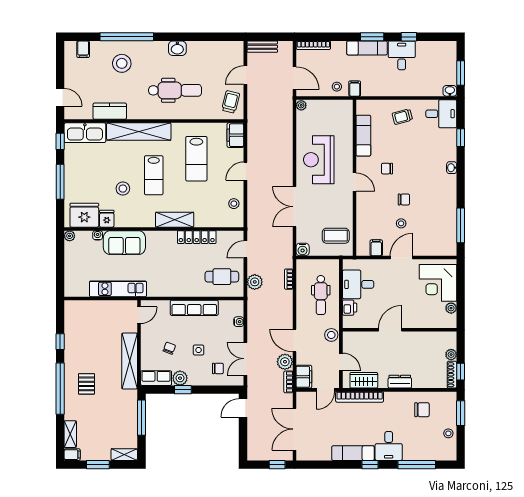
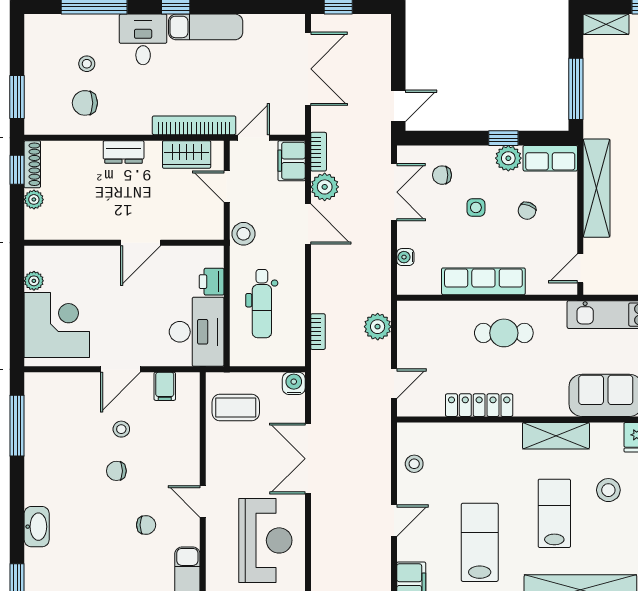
washbasin: (452, 168) -> (37, 527), width x1.91, depth x1.45
double door: (294, 207) -> (308, 459), swing flipped
shelving: (175, 220) -> (556, 436), moved
cafe table: (222, 277) -> (504, 333), moved
desk: (358, 284) -> (197, 332), width x1.37
dental chair: (321, 295) -> (262, 304), turned 180
stool: (448, 433) -> (87, 64), moved

